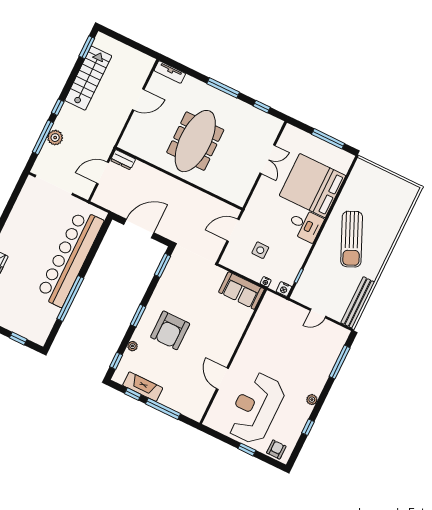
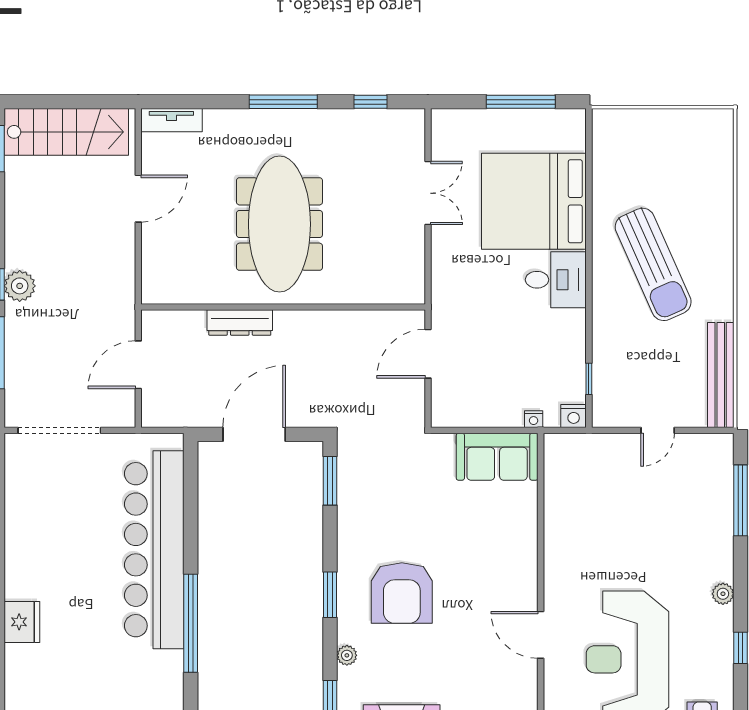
stairs: (88, 78) -> (66, 132), moved, turned 90
plant: (55, 138) -> (20, 286), moved
dresser: (123, 160) -> (240, 322), moved, width x1.44
side table: (260, 250) -> (496, 366), removed

